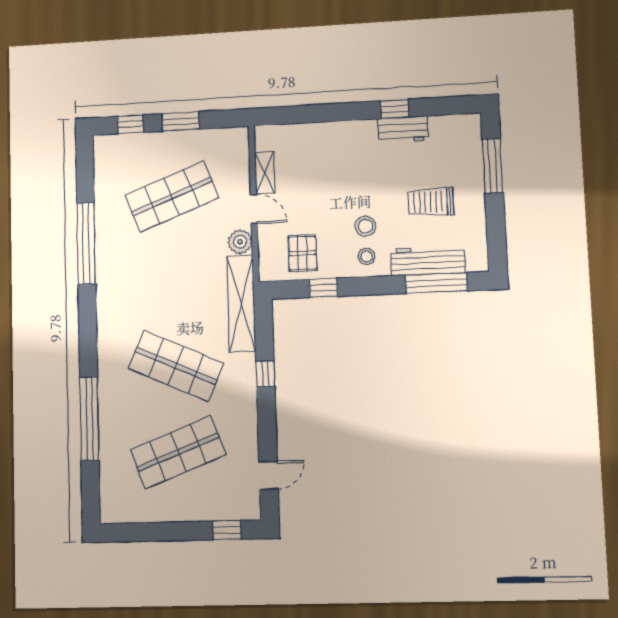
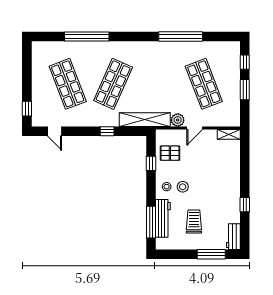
workbench: (403, 130) -> (233, 237), moved
shelving: (265, 173) -> (229, 134), moved

